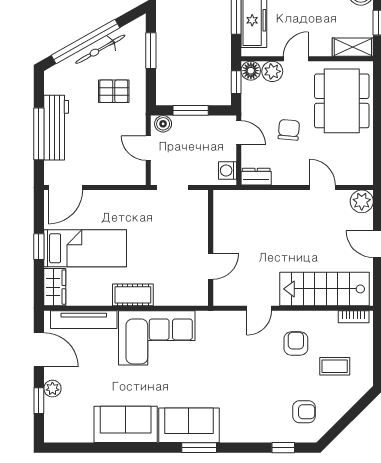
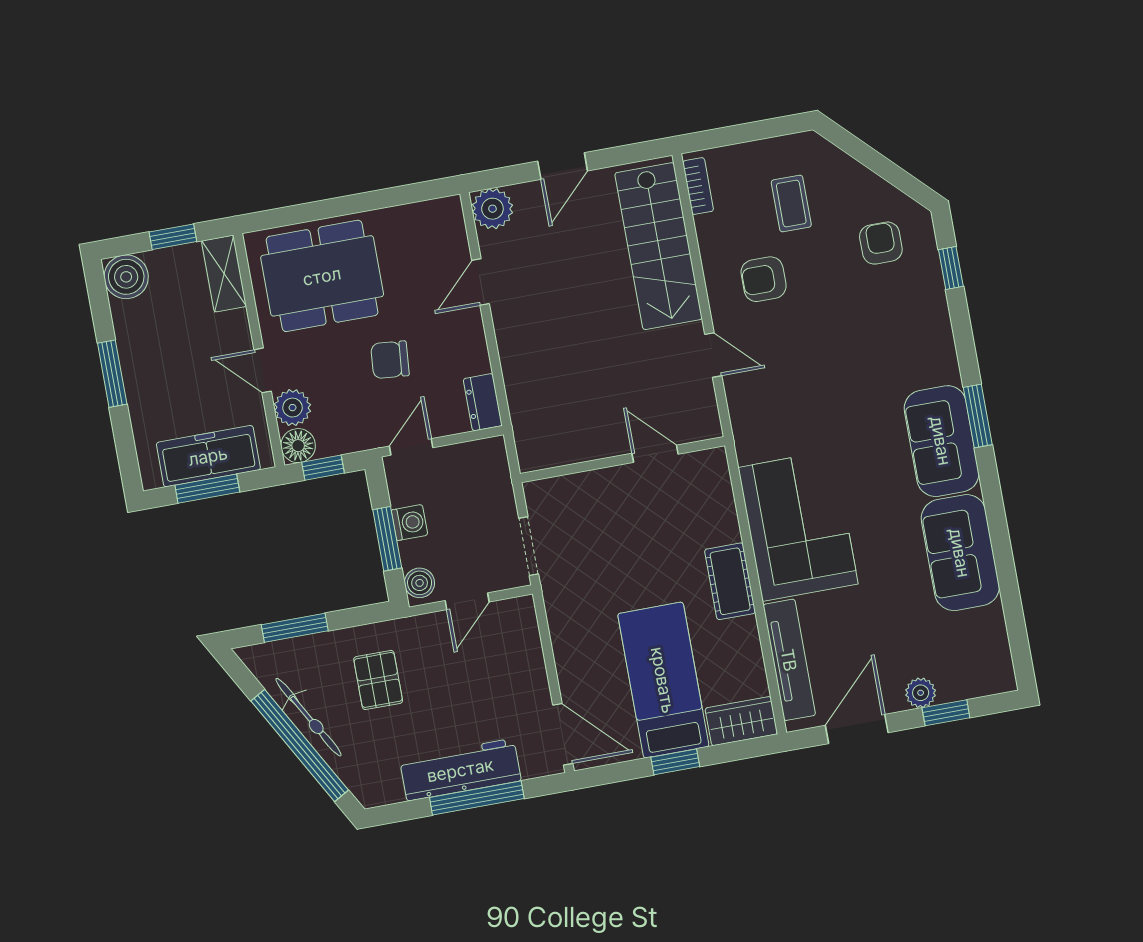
washing machine: (228, 170) -> (409, 523), moved, turned -90

